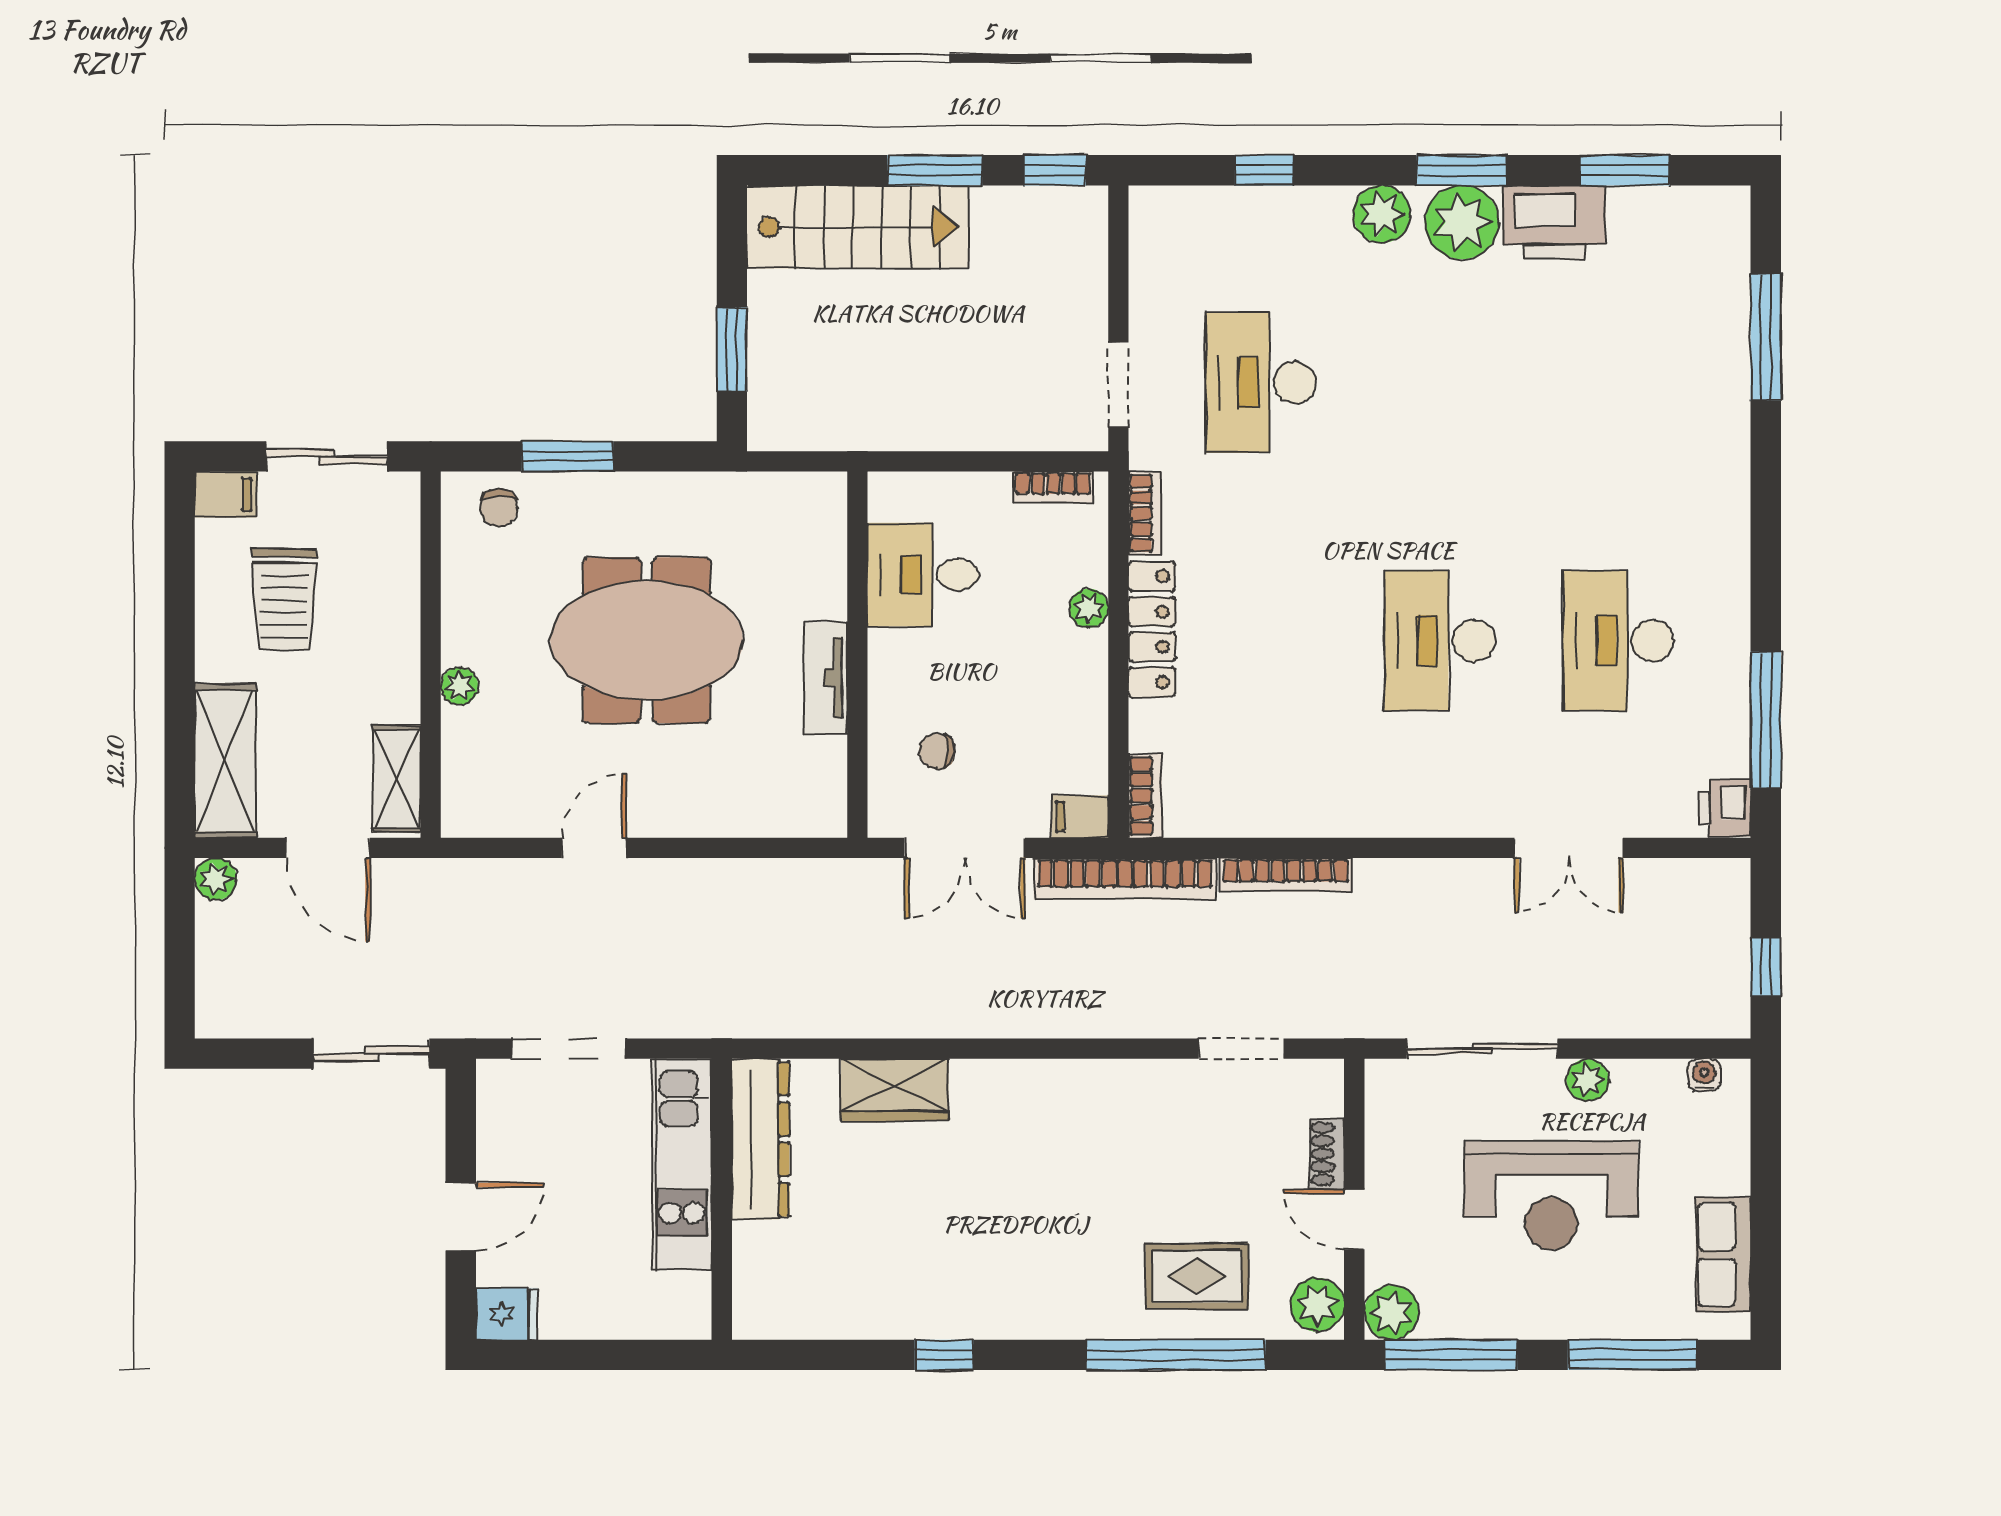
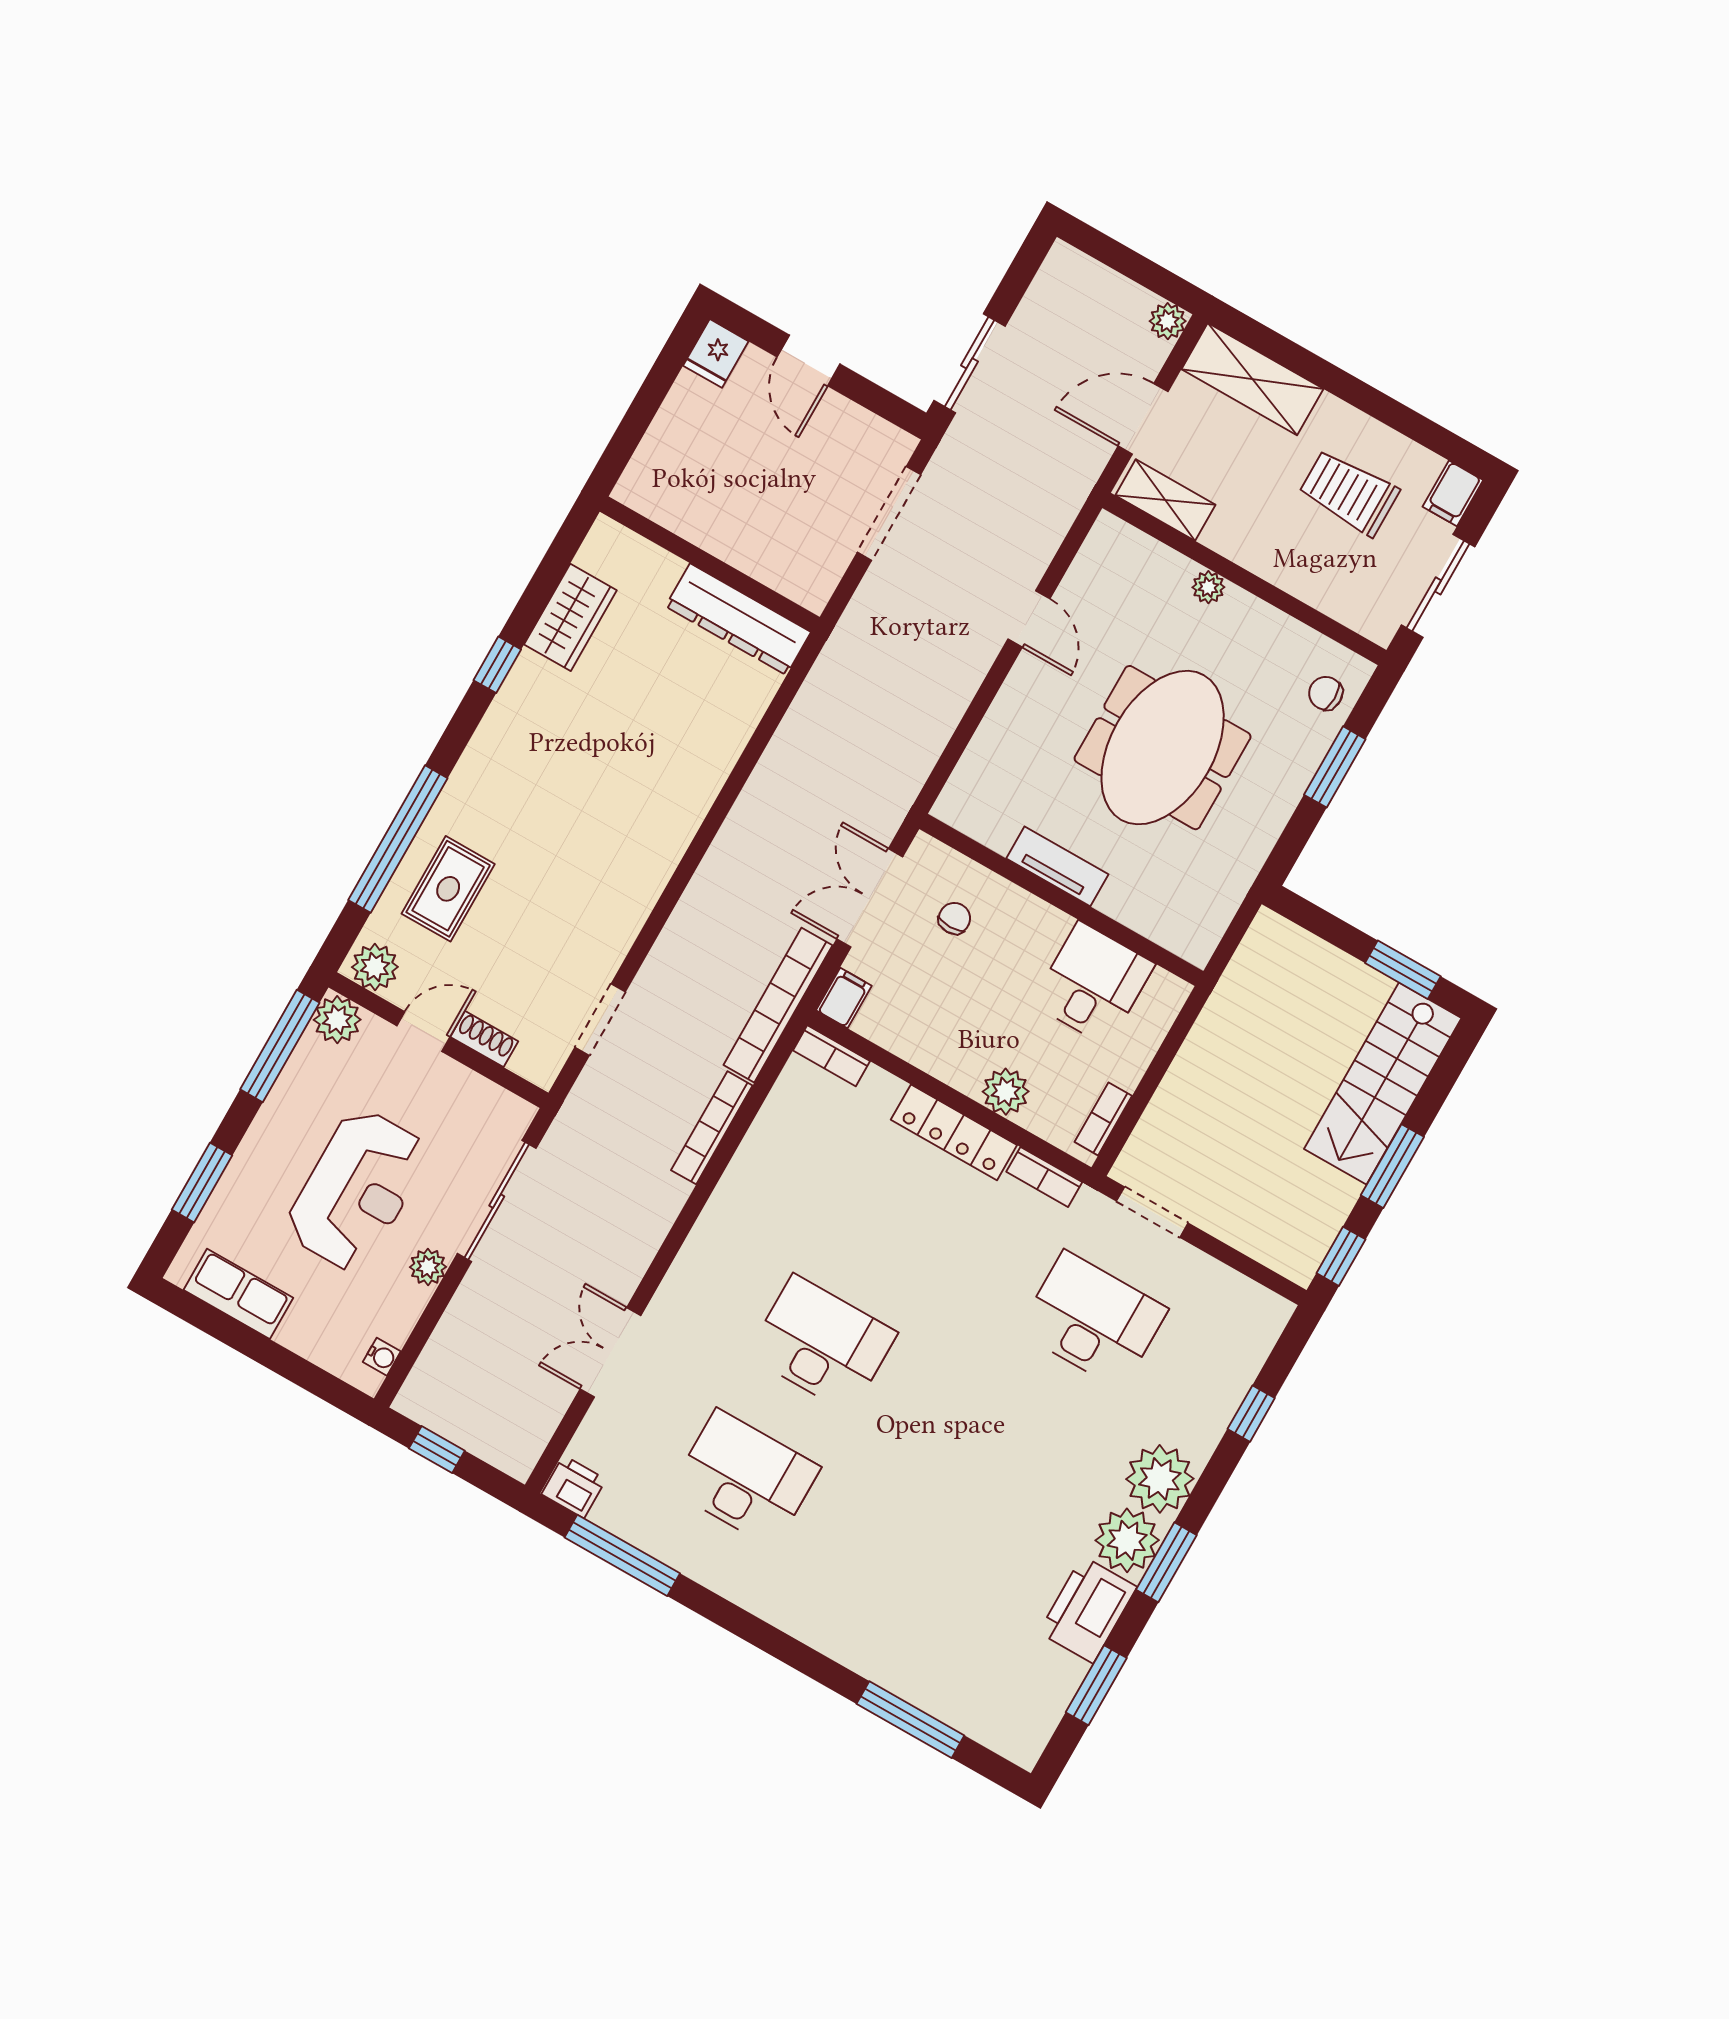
plant: (1382, 214) -> (1160, 1479), width x1.36, depth x1.36
window: (732, 349) -> (1403, 970), moved
plant: (1089, 608) -> (1006, 1092), width x1.38, depth x1.38
wardrobe: (895, 1090) -> (570, 617), moved, turned 180
kitchen unit: (682, 1164) -> (753, 549), removed
reception desk: (1551, 1195) -> (357, 1190), turned 180
window: (1632, 1355) -> (202, 1183), width x0.69

